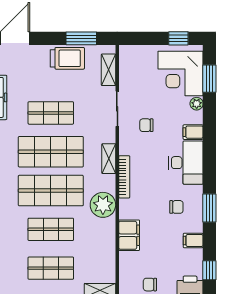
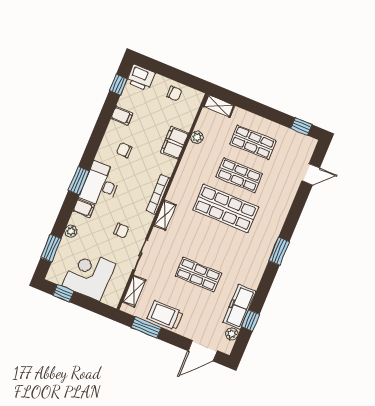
corner desk: (181, 74) -> (89, 275), moved, turned -90
shop shelf: (51, 152) -> (212, 241), removed
plant: (103, 205) -> (197, 137), moved, width x0.53, depth x0.53
window: (209, 208) -> (79, 181), moved

